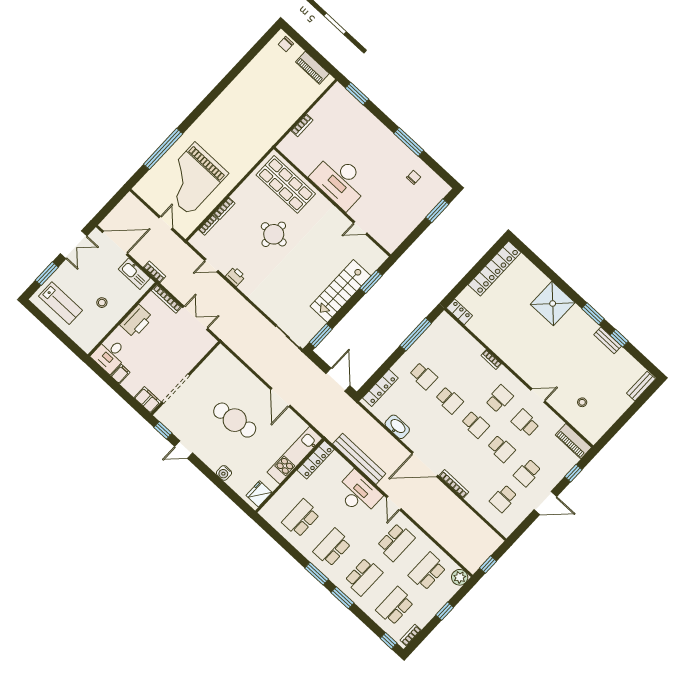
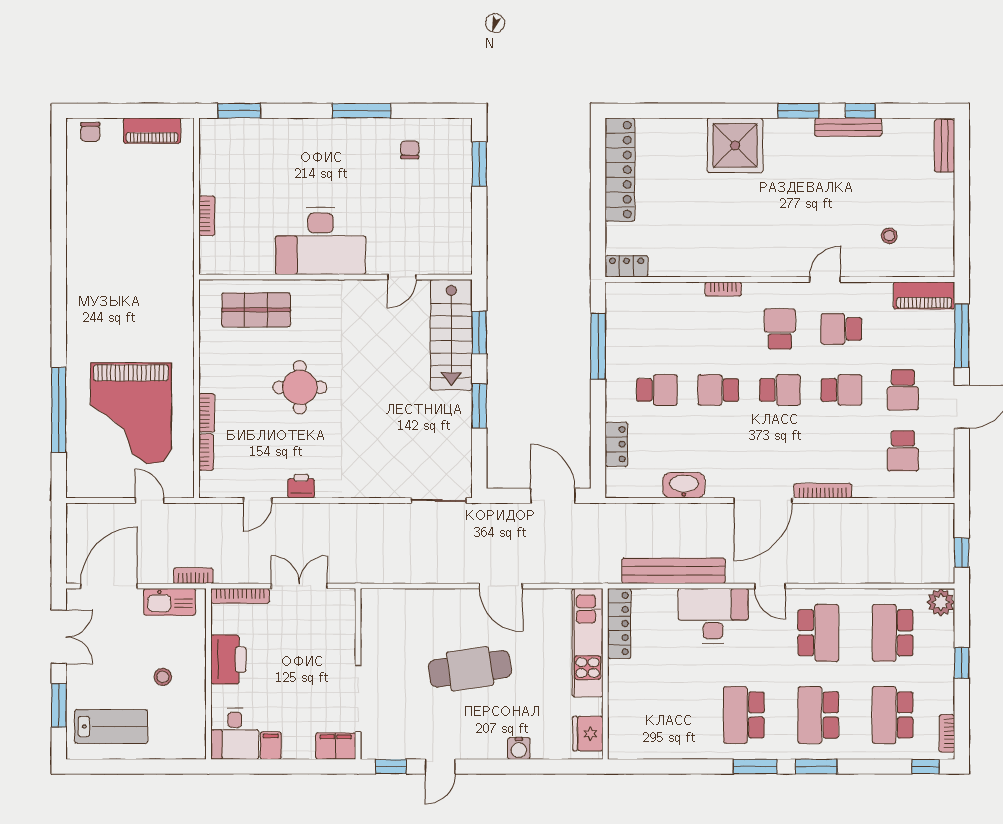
shop shelf: (286, 184) -> (256, 310), width x0.70, depth x0.74
stairs: (340, 291) -> (451, 335), moved
window: (321, 336) -> (479, 406), moved
bench: (608, 340) -> (848, 127), width x1.36
locker: (380, 388) -> (616, 444), width x0.66
school desk: (449, 400) -> (718, 390), turned 180
window: (573, 473) -> (962, 336), width x2.17
school desk: (301, 518) -> (670, 715), removed
school desk: (364, 577) -> (818, 715), turned 180

